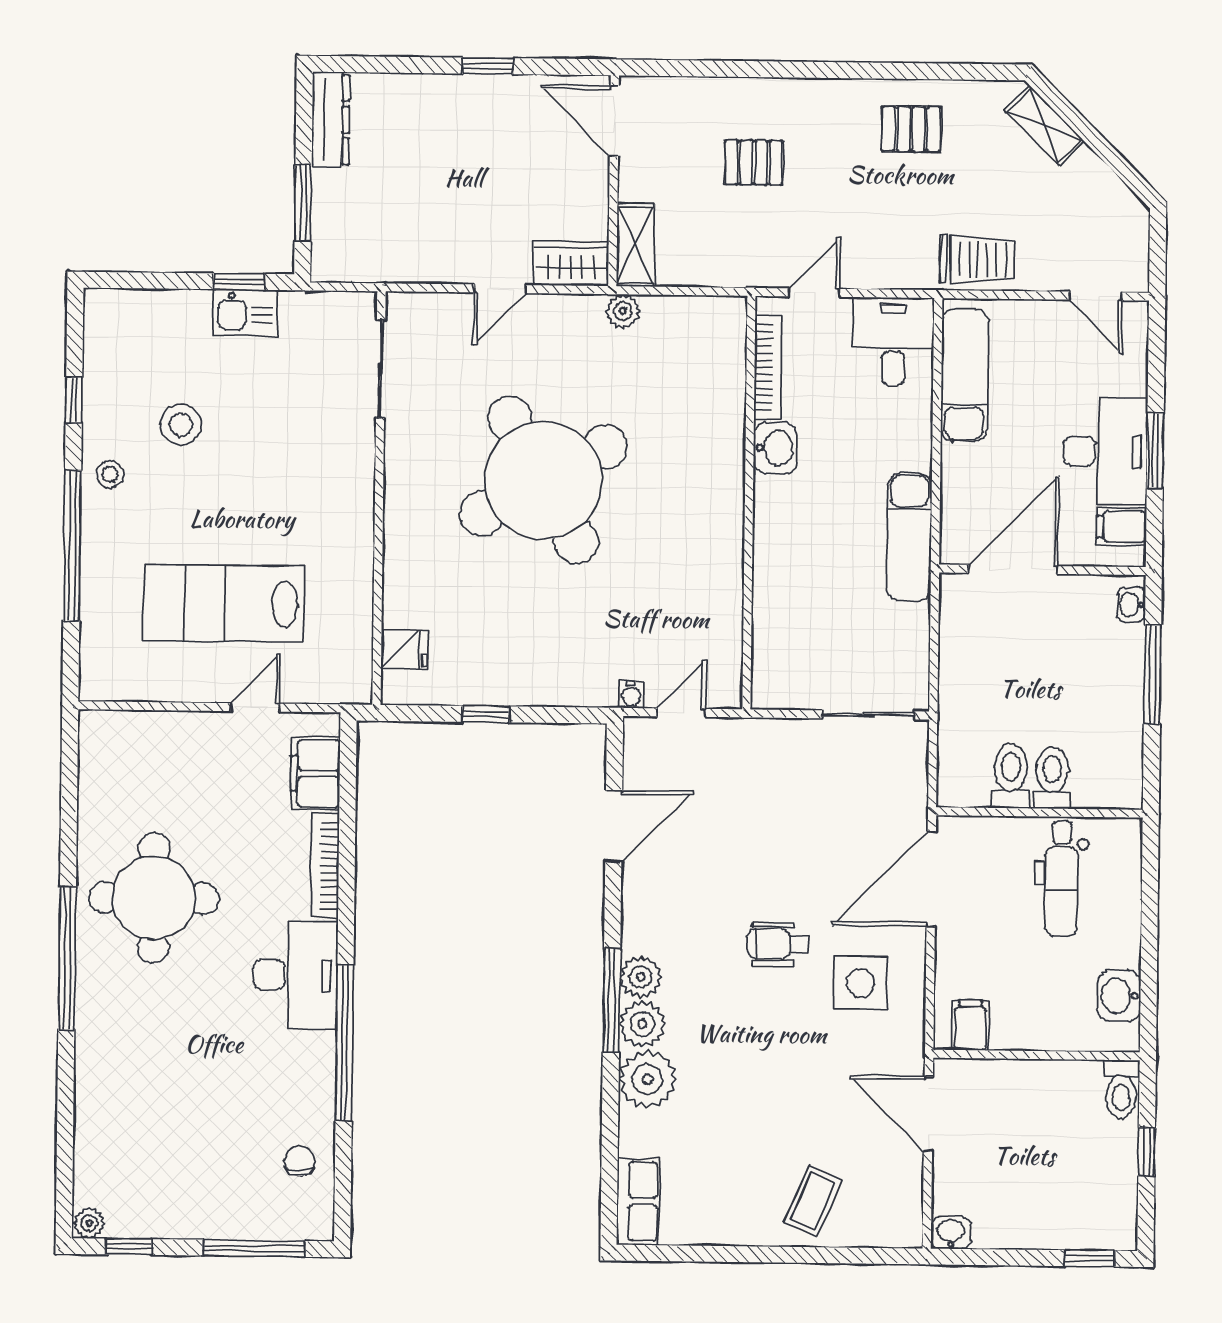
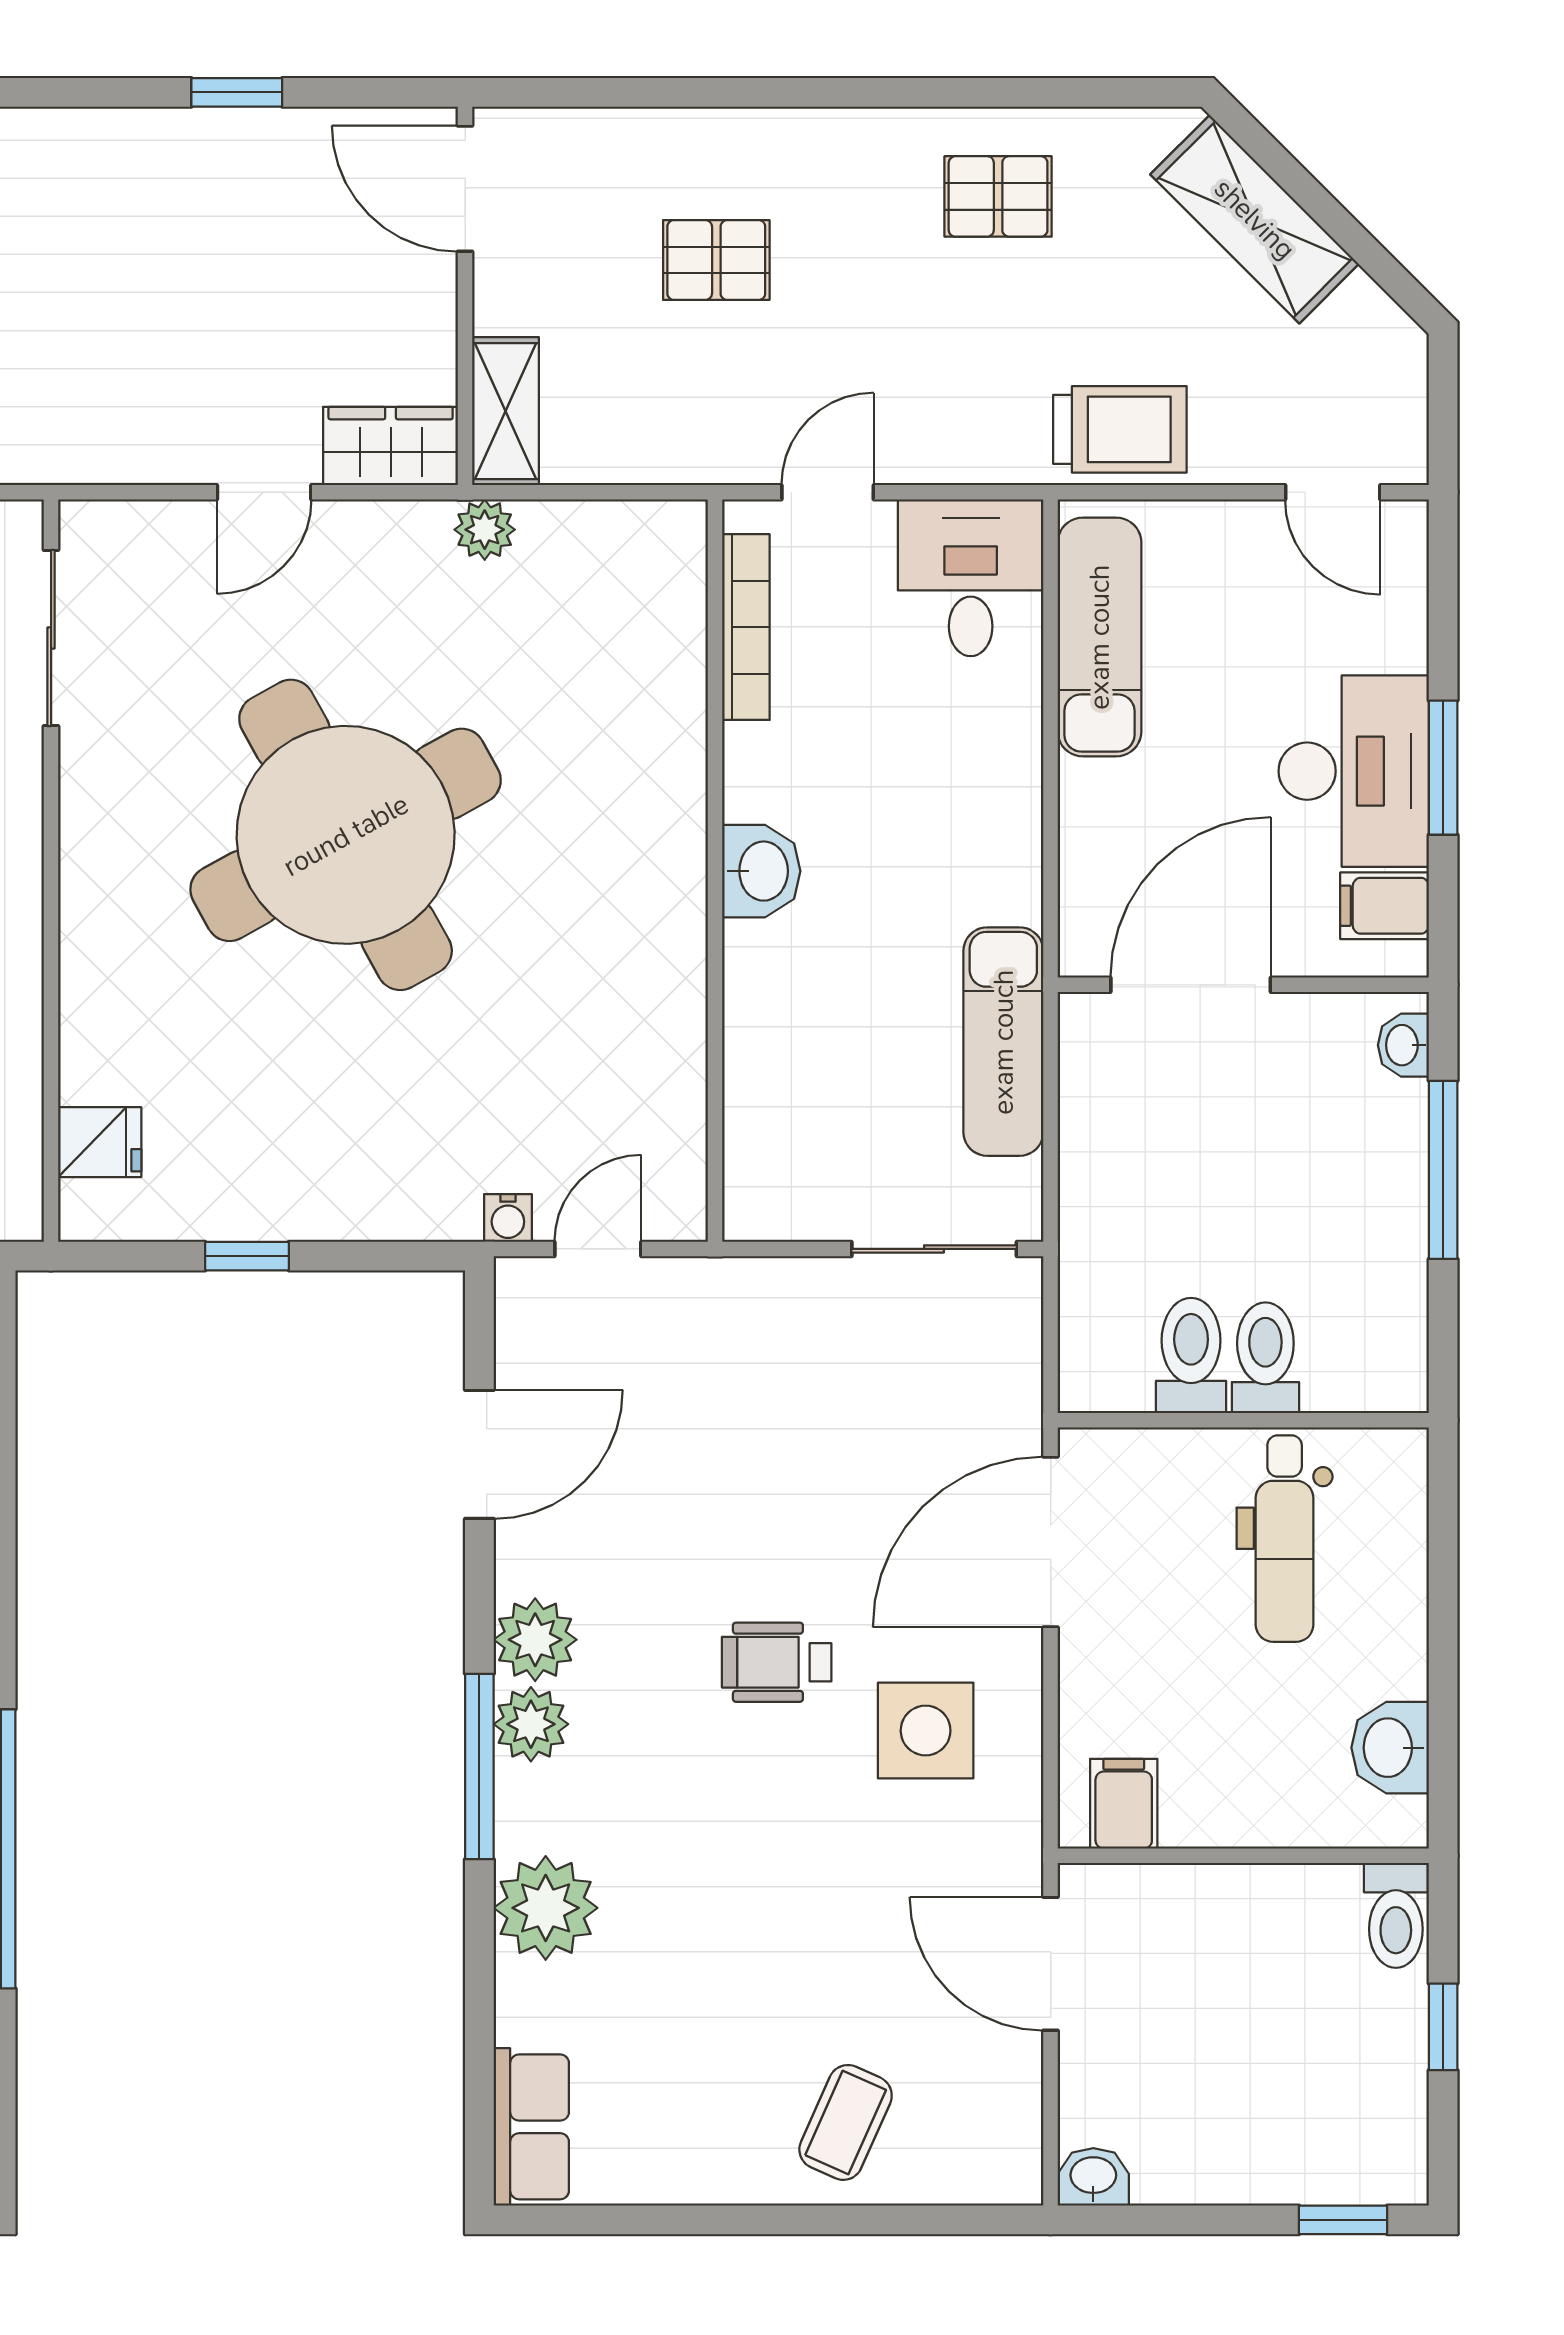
shelving: (1044, 125) -> (1255, 219), width x1.50, depth x1.33
washbasin: (775, 448) -> (761, 871), moved
exam couch: (909, 537) -> (1003, 1042), moved
plant: (642, 1024) -> (535, 1640), moved

